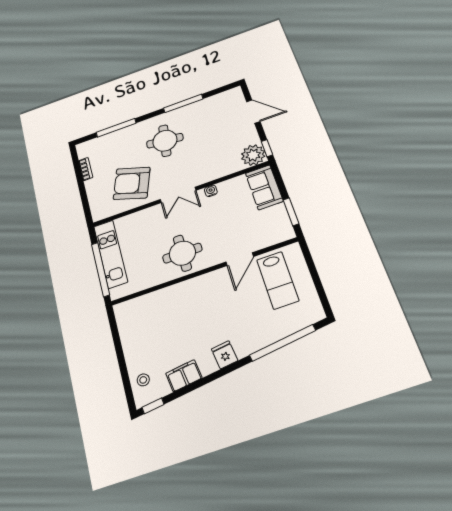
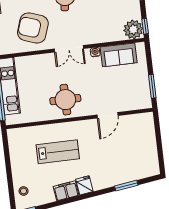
sofa: (264, 187) -> (119, 55), moved, turned -90
lab bench: (278, 280) -> (58, 152), moved, turned -90
window: (283, 343) -> (126, 186), width x0.47
filing cabinet: (184, 376) -> (66, 191), moved

